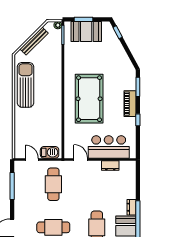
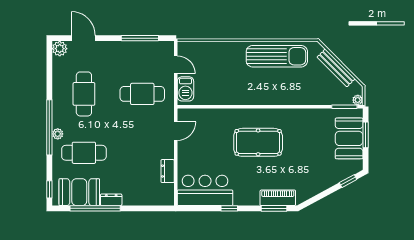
pool table: (89, 99) -> (258, 142), width x0.73, depth x0.76
piano: (130, 104) -> (278, 198), moved
bar counter: (109, 147) -> (205, 190), moved, turned -90
door: (32, 159) -> (176, 65), hinge flipped

